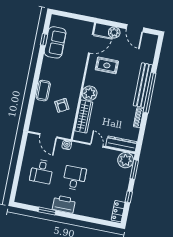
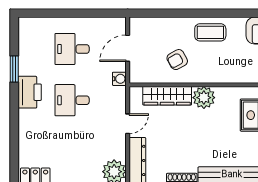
coffee table: (43, 91) -> (210, 32), moved
desk: (74, 178) -> (72, 100), turned 180

